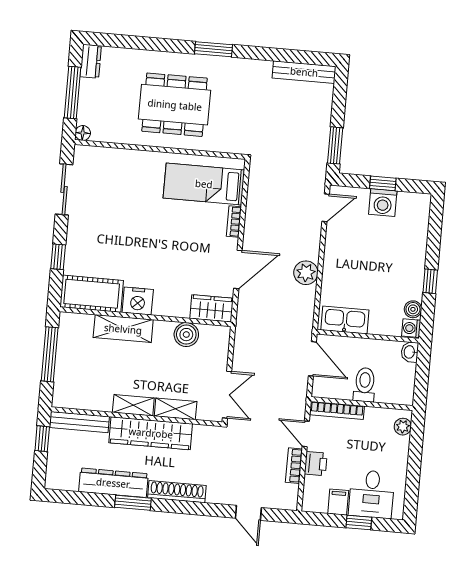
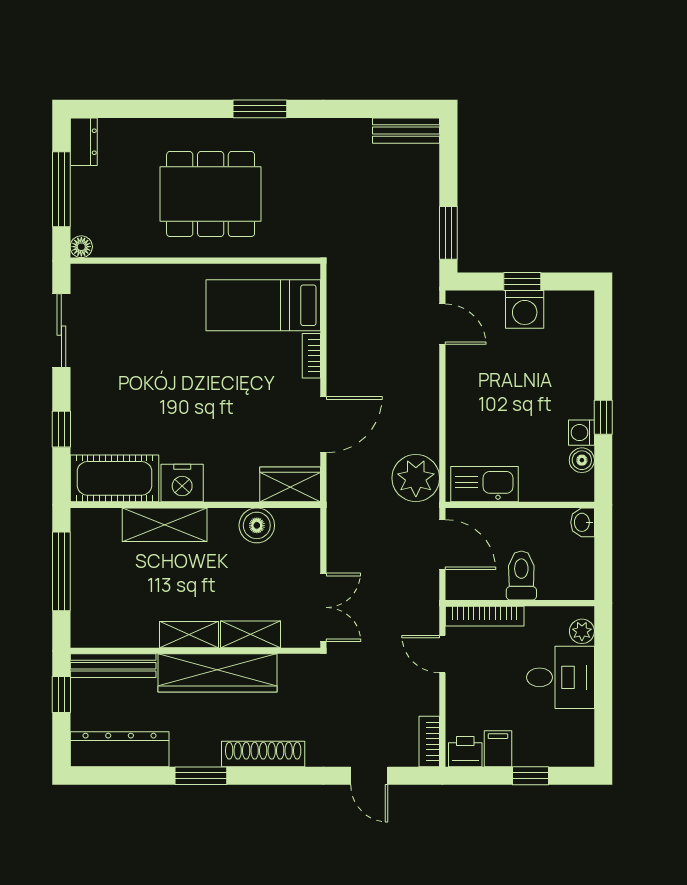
bench: (304, 72) -> (406, 131), width x0.73
door: (326, 208) -> (442, 324), hinge flipped
plant: (306, 273) -> (416, 478), moved, width x1.36, depth x1.36
washing machine: (411, 328) -> (582, 433), moved
printer: (316, 464) -> (465, 752), moved, turned -90
bookcase: (294, 466) -> (429, 741), moved
dresser: (113, 483) -> (120, 749), moved
desk: (372, 494) -> (560, 677), moved, turned -90

